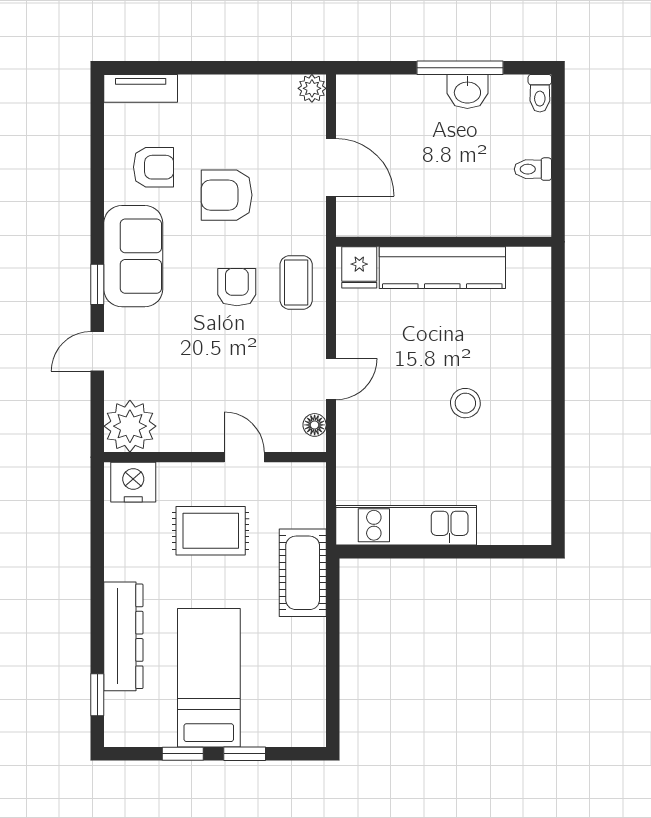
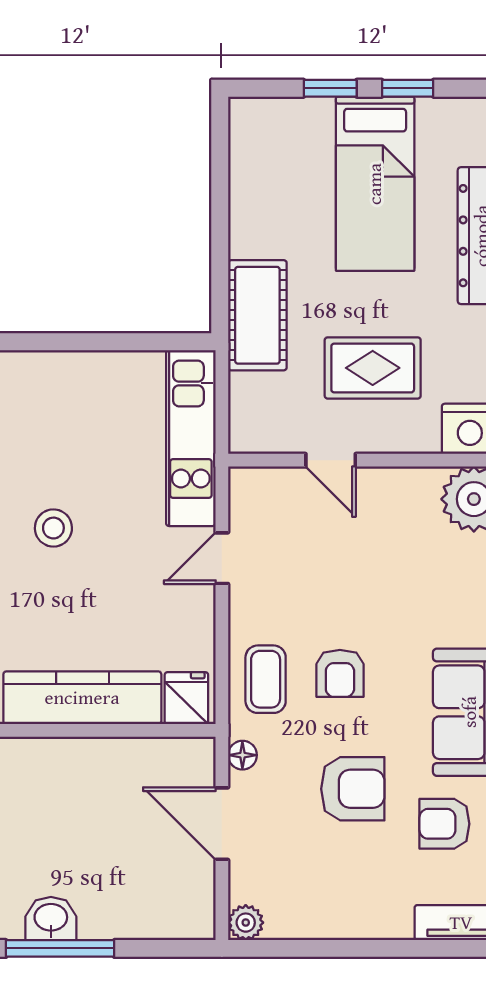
floor lamp: (315, 425) -> (242, 755), moved
kitchen unit: (406, 525) -> (191, 438), moved, turned 90

